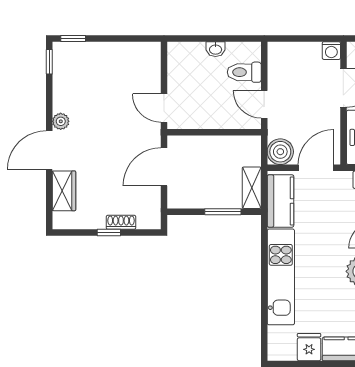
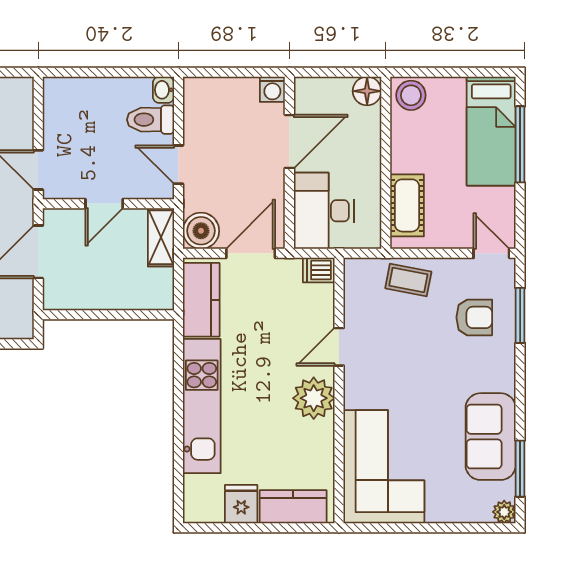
washbasin: (216, 49) -> (163, 90), moved, turned 90
door: (211, 132) -> (104, 204), added
shelving: (252, 188) -> (161, 237), moved
window: (223, 212) -> (121, 315), removed

